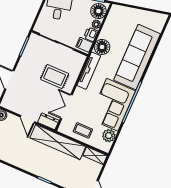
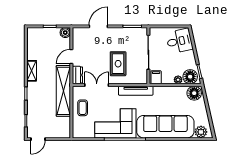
printer: (91, 34) -> (167, 79), removed
floor lamp: (102, 47) -> (194, 93), moved
plant: (109, 136) -> (201, 132), moved
shelving: (95, 156) -> (32, 71), moved

